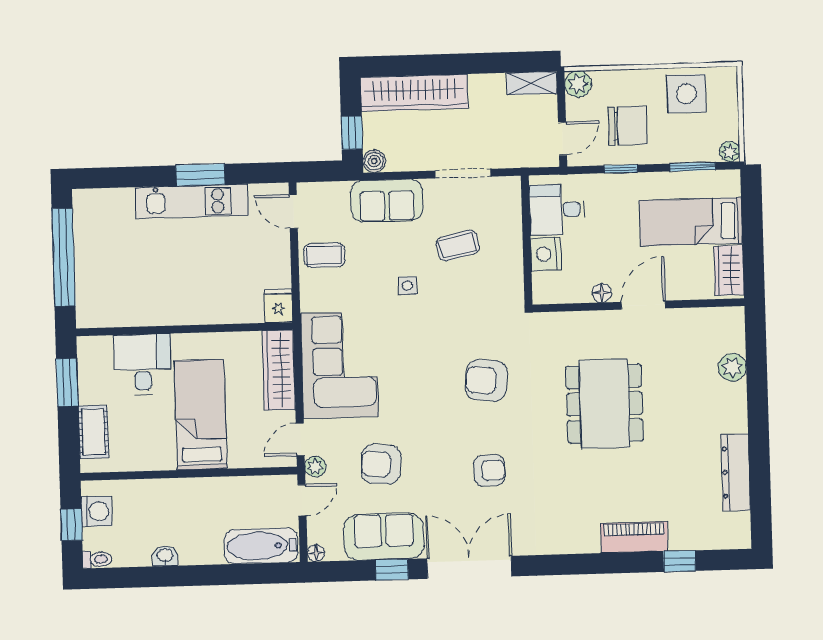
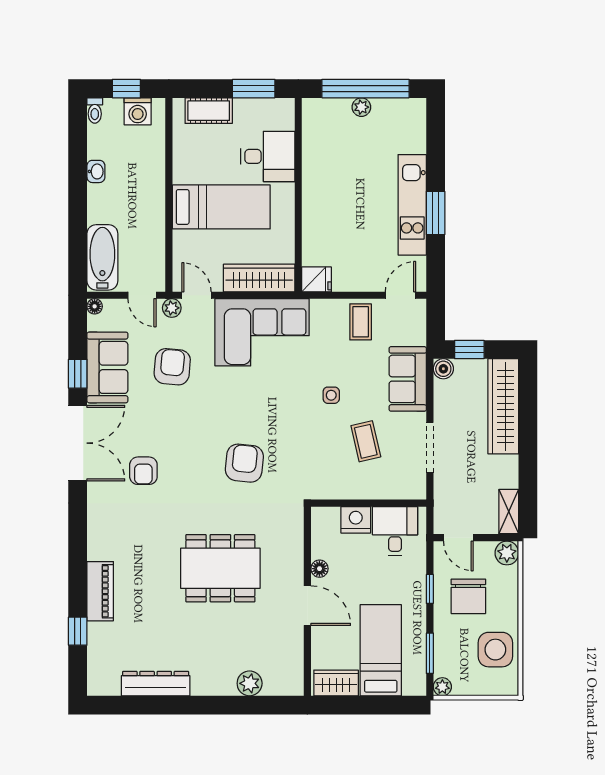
plant: (84, 261) -> (361, 107), added
armchair: (489, 470) -> (143, 471), moved

